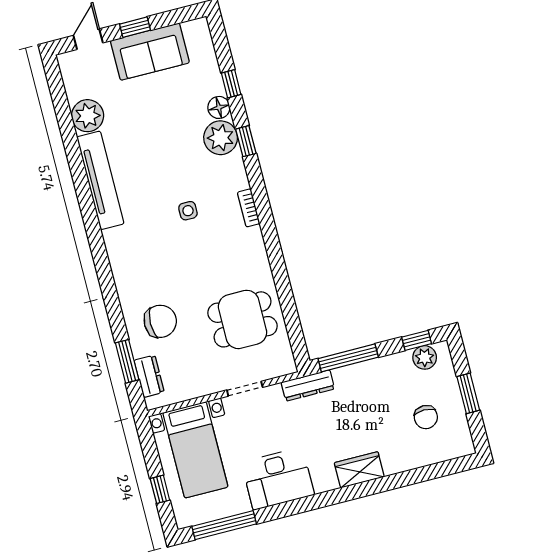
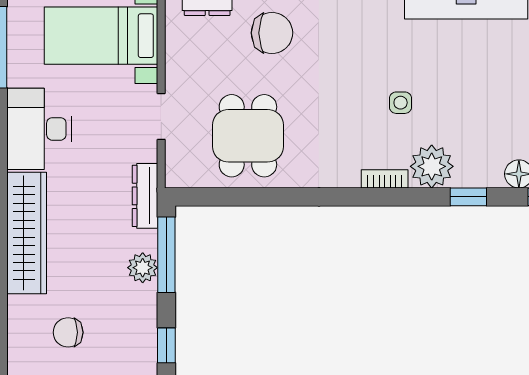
plant: (221, 138) -> (432, 166), moved
chair: (160, 321) -> (272, 33), turned -90
plant: (425, 357) -> (143, 268), moved
wardrobe: (359, 470) -> (27, 233), width x2.10, depth x1.17

